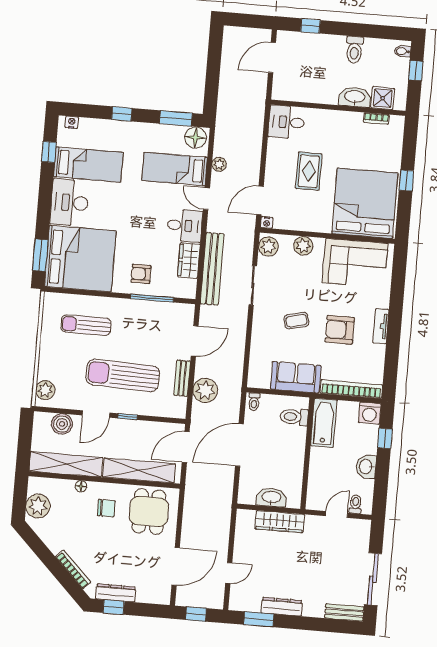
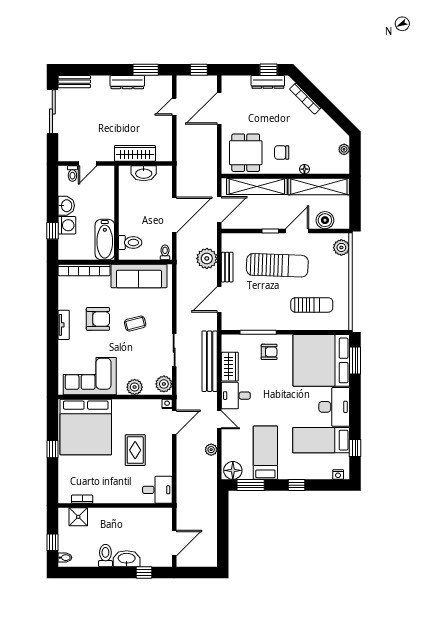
washbasin: (355, 97) -> (127, 559), moved, turned 180
bed: (175, 169) -> (265, 453), moved, turned -90
sofa: (296, 377) -> (139, 276), width x1.36
washing machine: (370, 413) -> (67, 225), moved, turned 90
plant: (38, 506) -> (344, 149), width x0.53, depth x0.53

